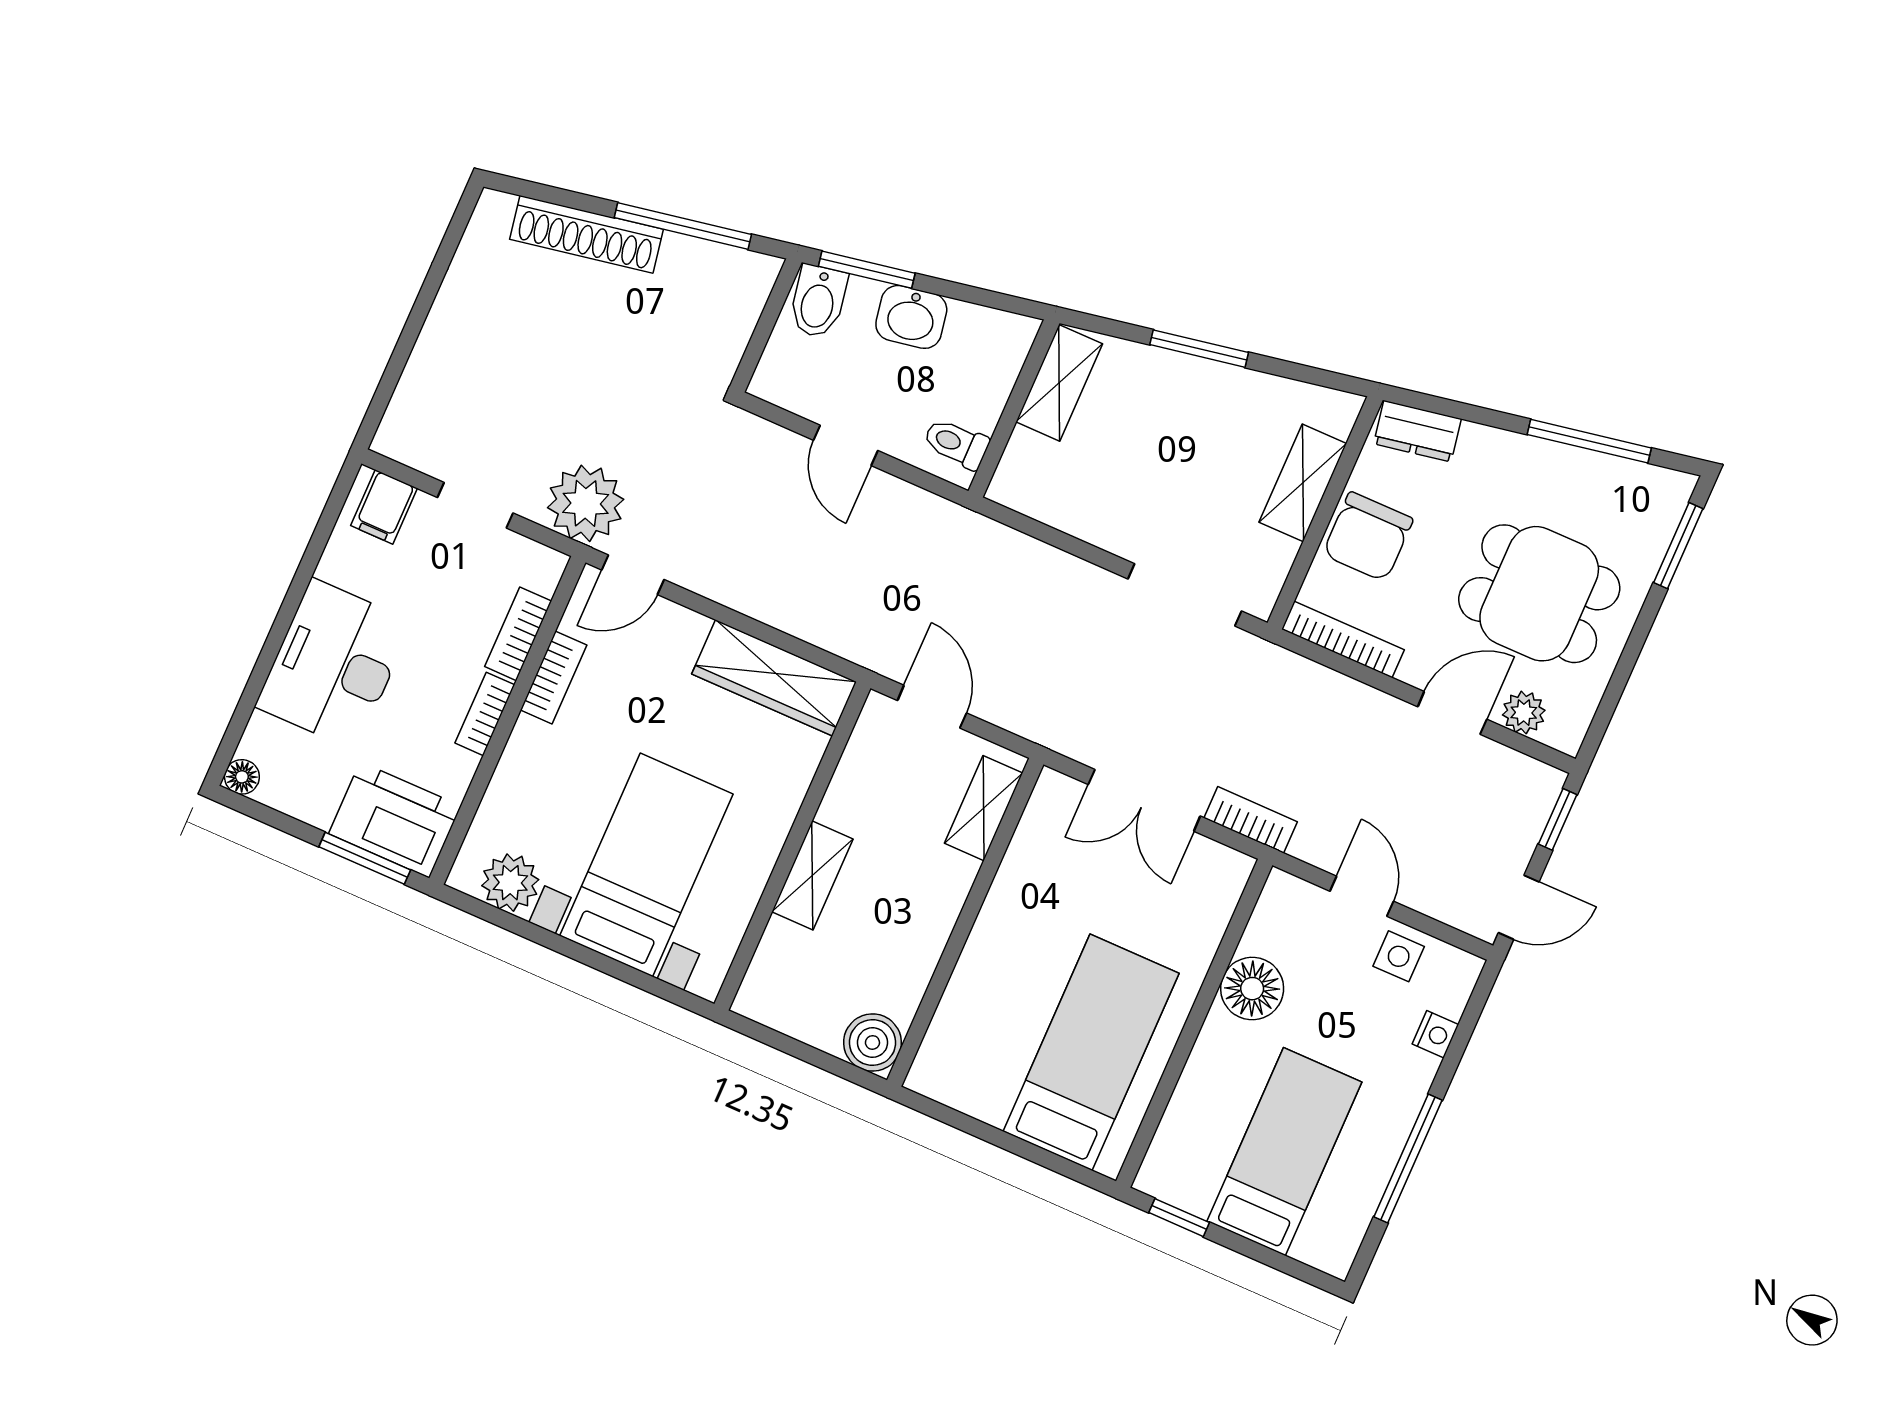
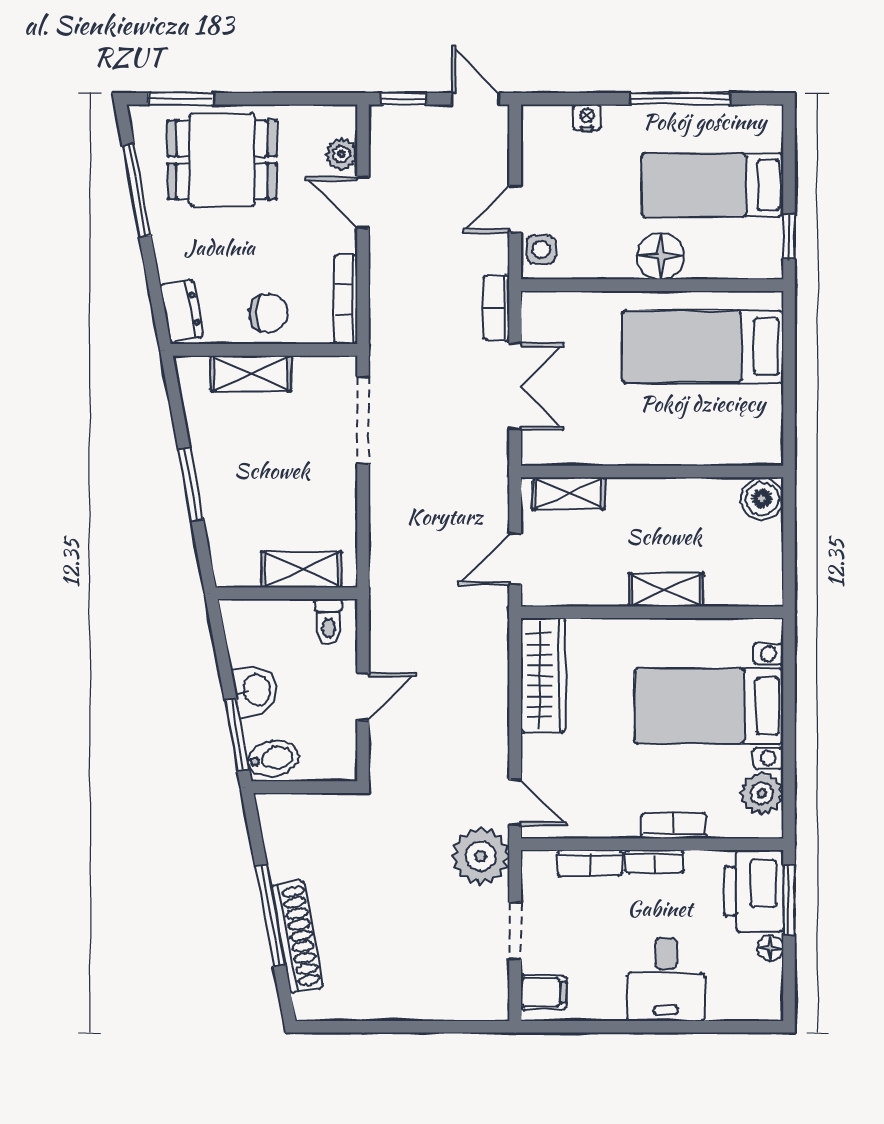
window: (683, 226) -> (270, 916), moved
shelving: (1059, 383) -> (301, 570), moved
chair: (1368, 537) -> (268, 313), width x0.73, depth x0.73
dining table: (1539, 594) -> (222, 160), moved, turned 90
desk: (334, 664) -> (666, 979), width x0.73
bookcase: (554, 678) -> (674, 826), moved
floor lamp: (242, 777) -> (770, 948), moved
side table: (1399, 956) -> (541, 249), moved
floor lamp: (1252, 989) -> (660, 256), moved

